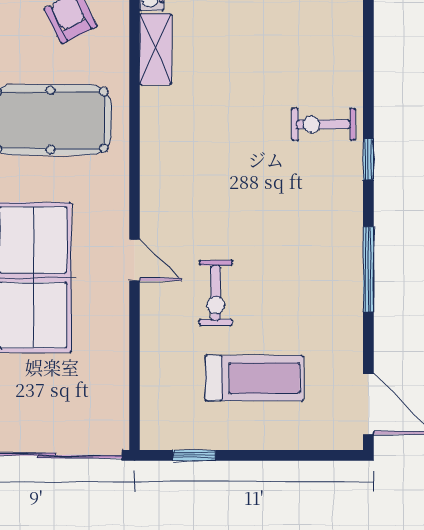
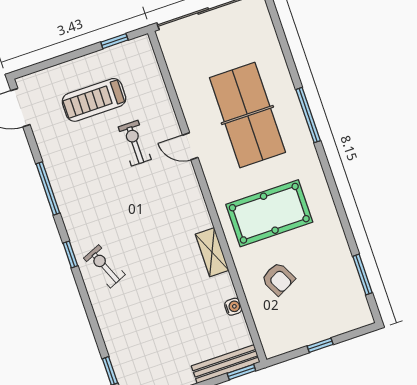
shelving: (156, 49) -> (212, 252), moved
exercise bike: (323, 124) -> (104, 266), turned -113

